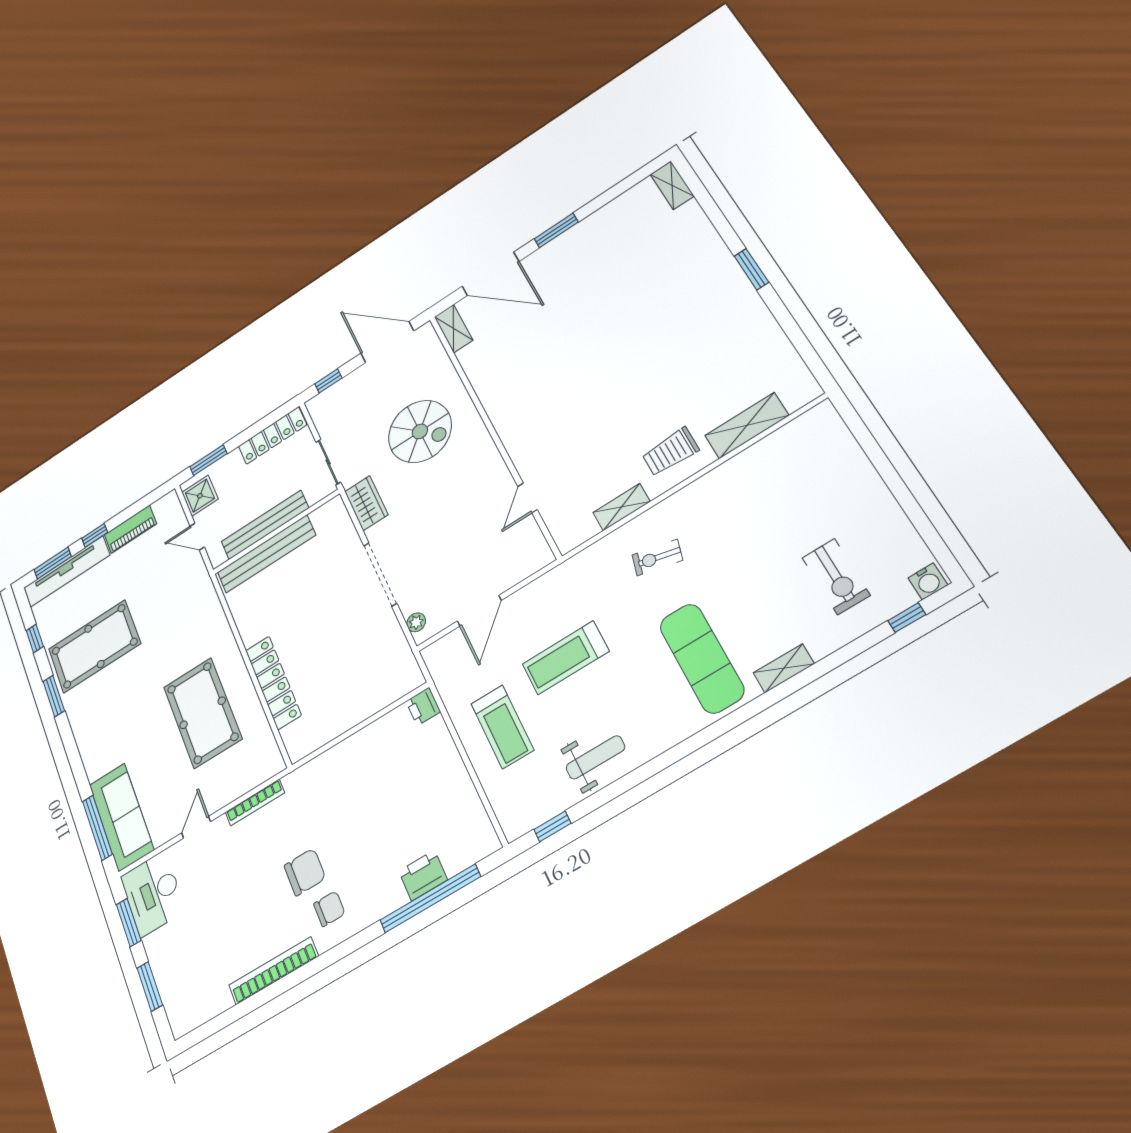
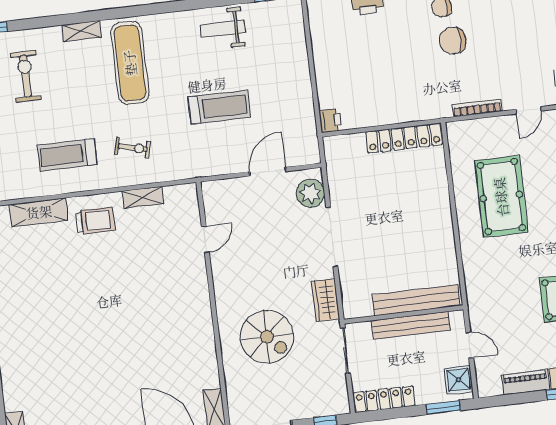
spiral stairs: (420, 431) -> (267, 337), turned 180
plant: (416, 622) -> (310, 193), width x1.87, depth x1.87
locker: (273, 683) -> (404, 138), moved, turned -90
treadmill: (502, 727) -> (67, 155), moved, turned -90

